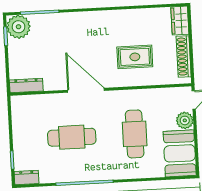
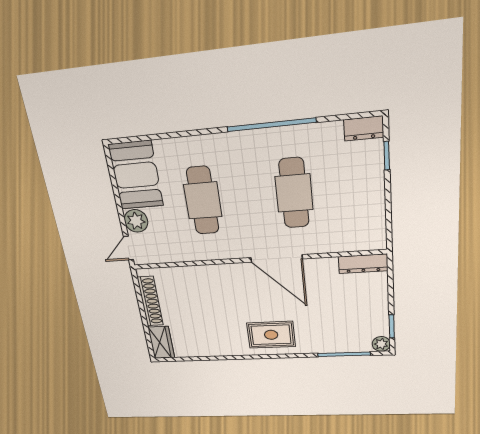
plant: (19, 27) -> (381, 344), width x0.53, depth x0.53
rug: (135, 57) -> (271, 335), moved
cafe table: (72, 137) -> (294, 193), turned 90

